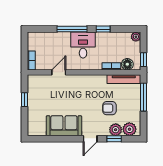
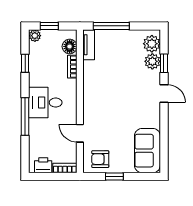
window: (103, 29) -> (25, 63), moved
printer: (33, 43) -> (43, 165), added
window: (144, 60) -> (49, 26), moved
tv unit: (124, 79) -> (89, 45), width x0.71
armchair: (109, 108) -> (100, 159), moved, turned 90
sofa: (64, 126) -> (147, 151), moved

